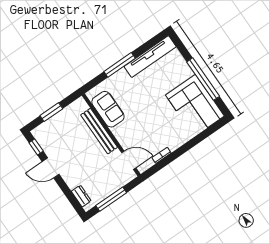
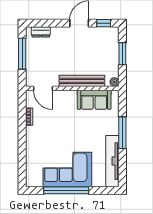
plant: (80, 102) -> (114, 82), added
corner sofa: (195, 106) -> (67, 170), moved
door: (129, 160) -> (43, 88), hinge flipped

